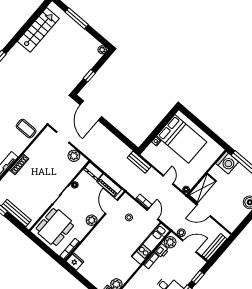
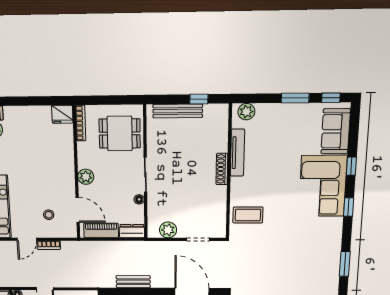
bench: (139, 162) -> (133, 282), moved
door: (153, 215) -> (27, 239), hinge flipped
dining table: (55, 227) -> (120, 133), width x0.73

